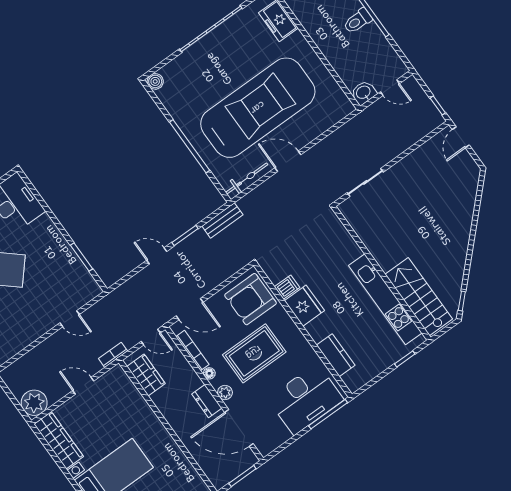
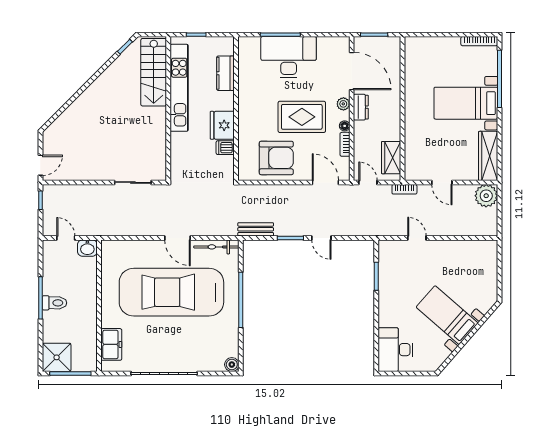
dishwasher: (287, 287) -> (225, 148), moved
fridge: (304, 306) -> (222, 125), moved
wall: (303, 330) -> (236, 109), moved
bookcase: (192, 351) -> (345, 144), width x0.64
kitchen counter: (336, 355) -> (226, 73), moved

